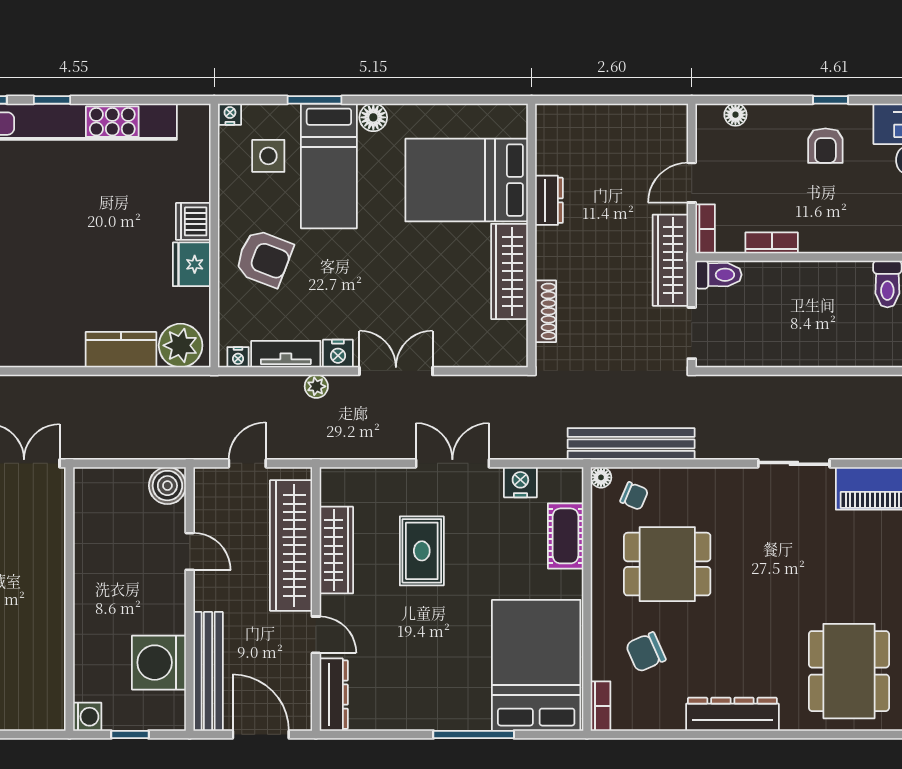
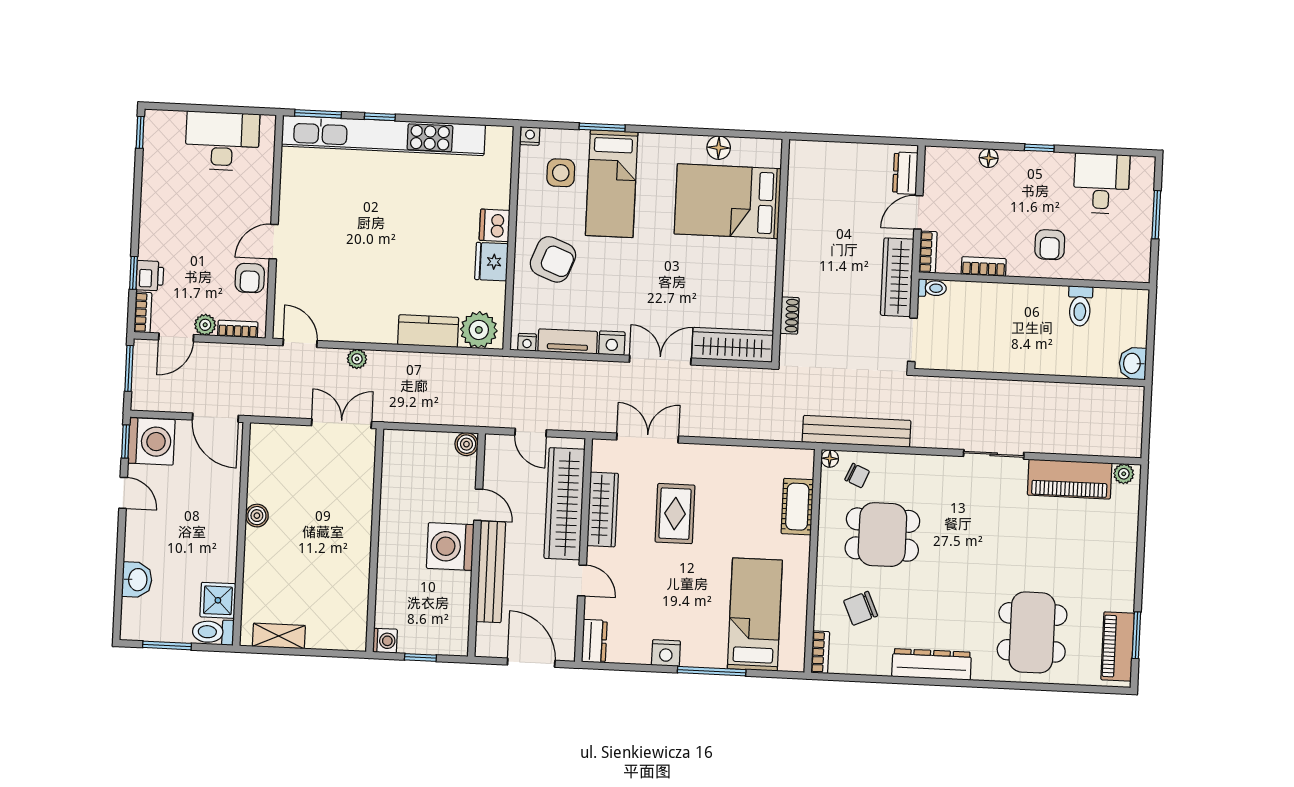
floor lamp: (735, 115) -> (989, 158), moved
floor lamp: (373, 117) -> (719, 148), moved
armchair: (825, 146) -> (1050, 245), moved
dresser: (549, 200) -> (905, 173), moved, turned 180
wardrobe: (509, 271) -> (733, 345), moved, turned 90
toilet: (719, 275) -> (932, 288), width x0.73, depth x0.72
shoe rack: (546, 311) -> (790, 316), width x0.70
plant: (316, 386) -> (357, 359), moved
door: (247, 463) -> (531, 432), swing flipped
double door: (452, 463) -> (648, 438), moved
nightstand: (520, 482) -> (666, 653), moved, turned 180
boiler: (167, 486) -> (466, 444), width x0.73, depth x0.73
washing machine: (159, 663) -> (450, 546), moved
bed: (536, 665) -> (755, 614), width x0.67
bench: (208, 671) -> (491, 572), moved
dresser: (334, 695) -> (594, 641), width x0.70

